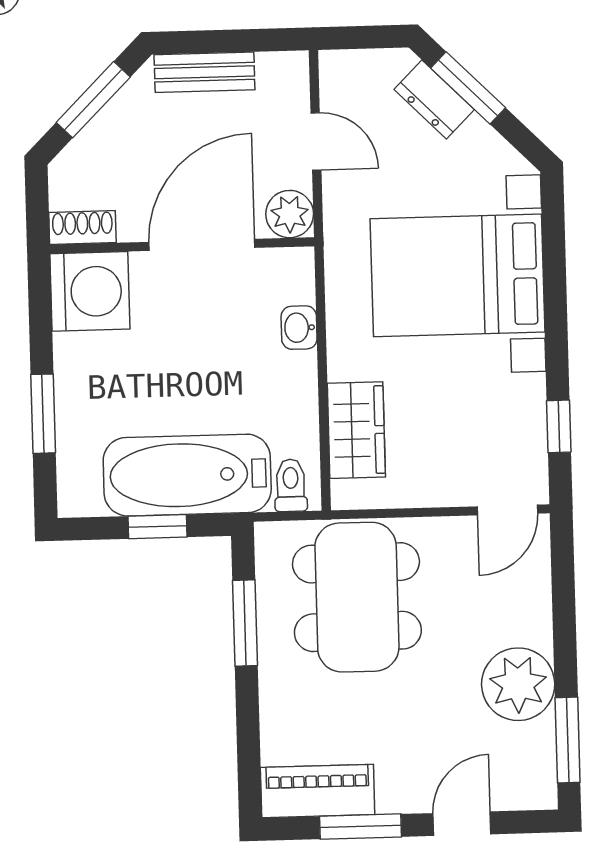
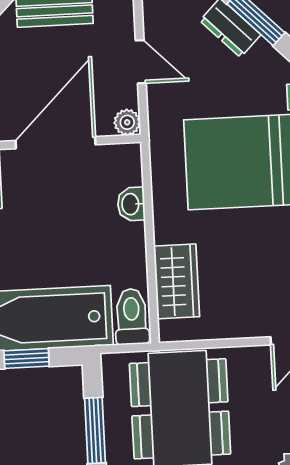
plant: (290, 214) -> (127, 122), width x0.73, depth x0.73
toilet: (291, 485) -> (132, 317), width x1.37, depth x1.39

